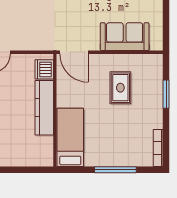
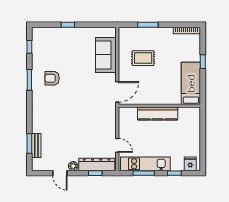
dishwasher: (44, 69) -> (130, 114), removed
bed: (70, 137) -> (191, 83), moved, turned 90
window: (115, 170) -> (203, 62), width x0.46

